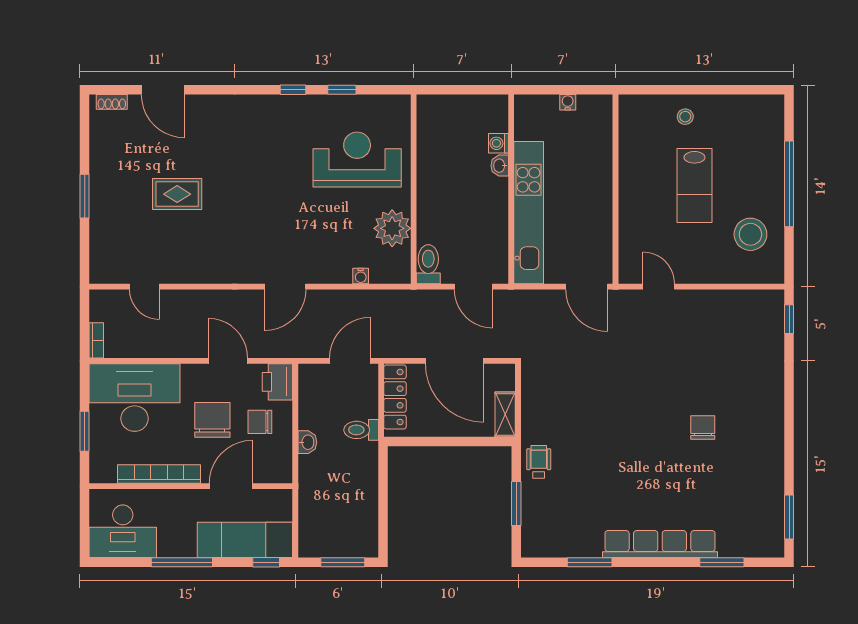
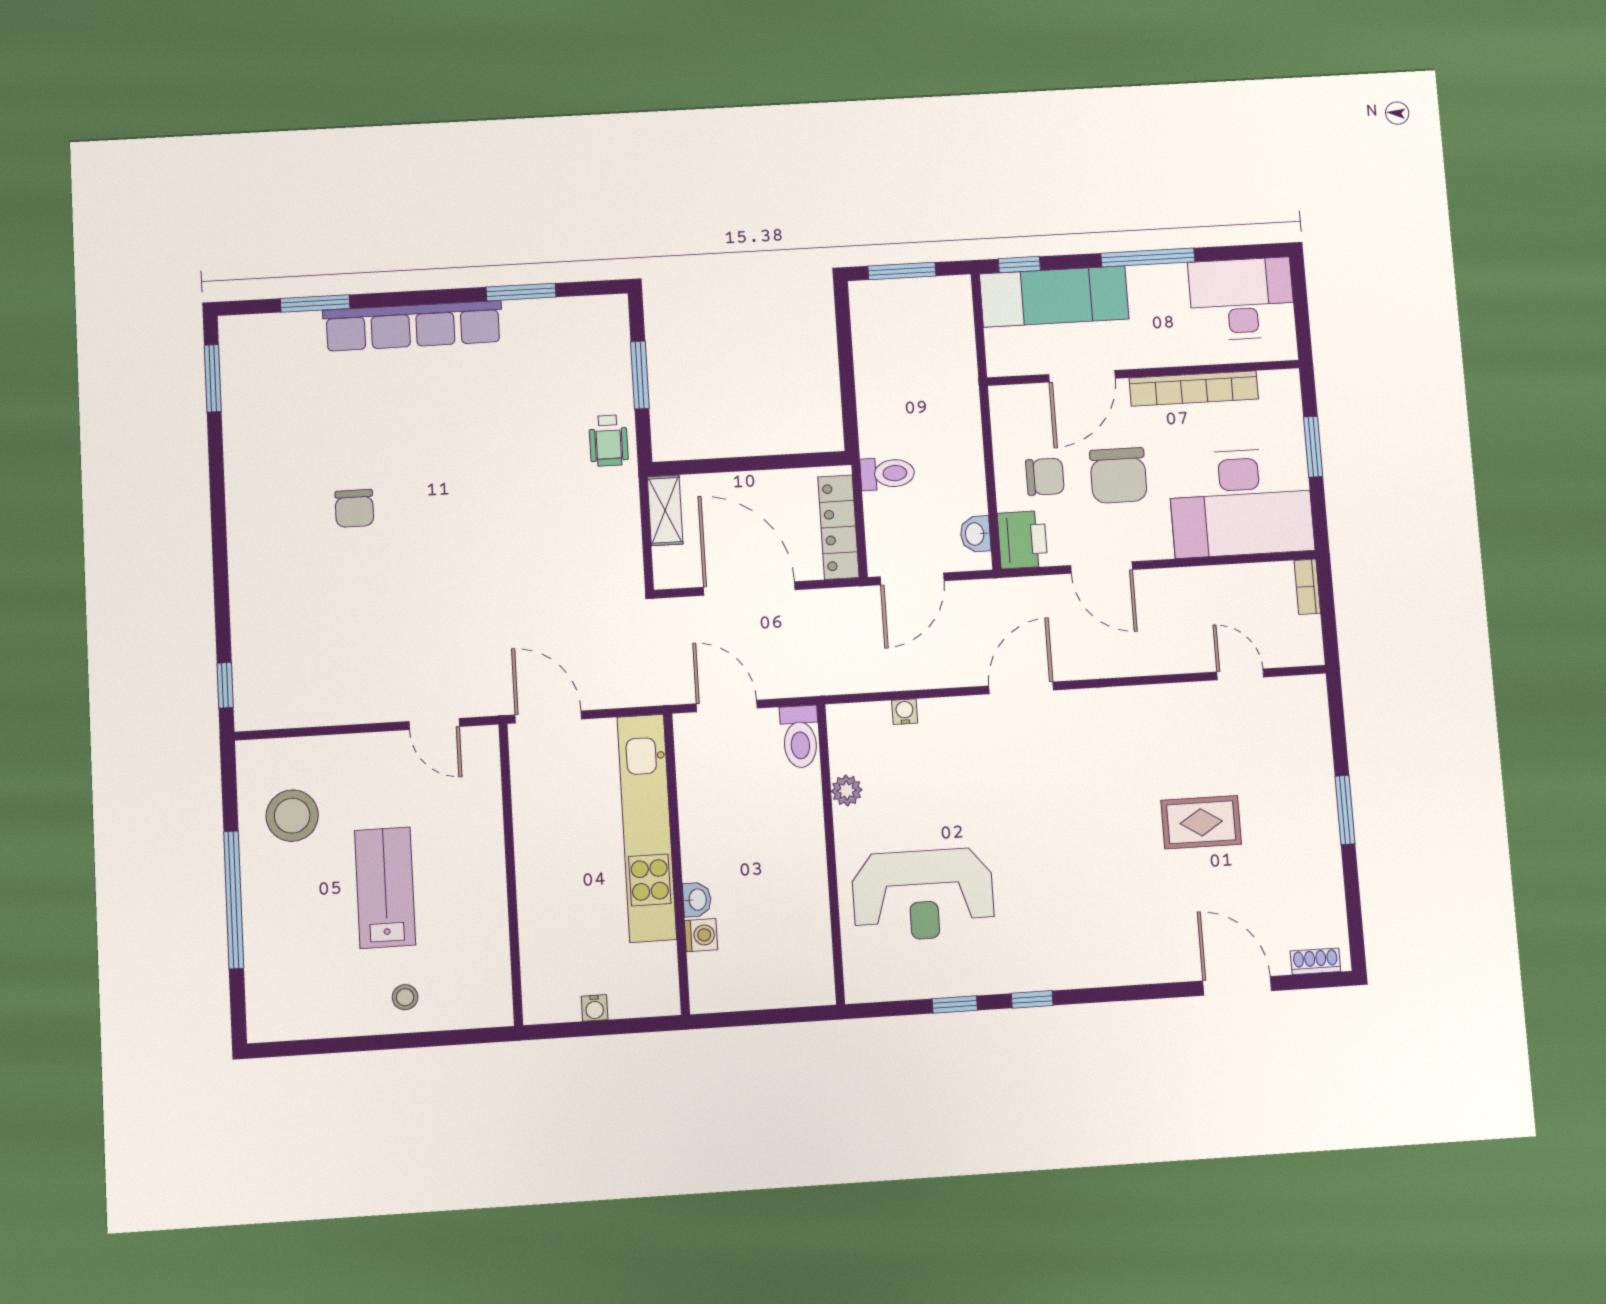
plant: (392, 228) -> (847, 790), width x0.53, depth x0.53
washbasin: (307, 442) -> (975, 534), moved

